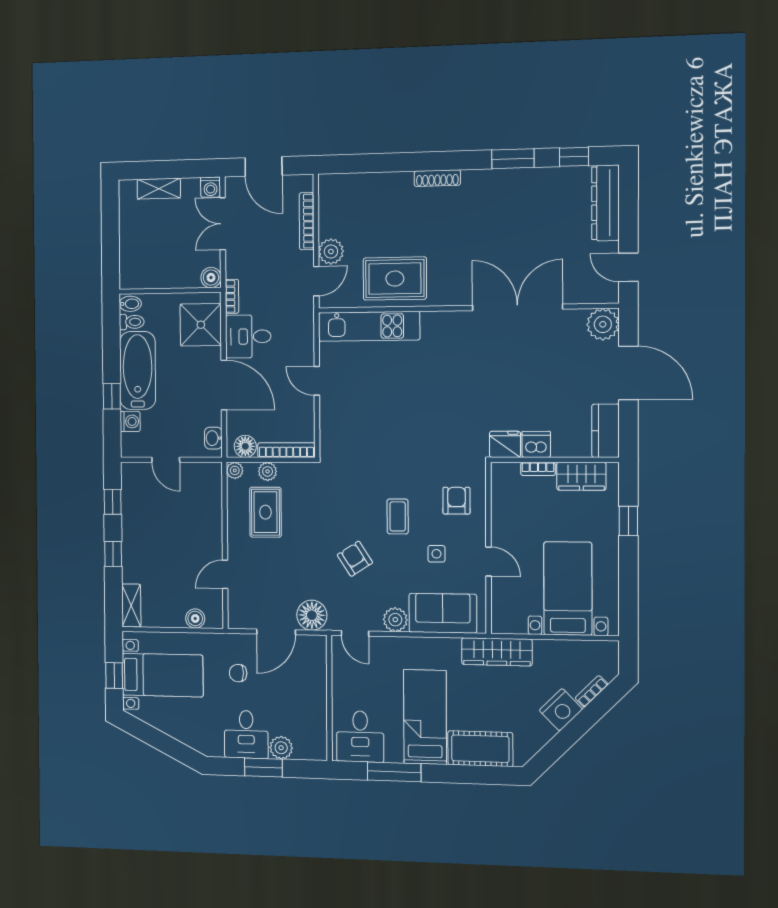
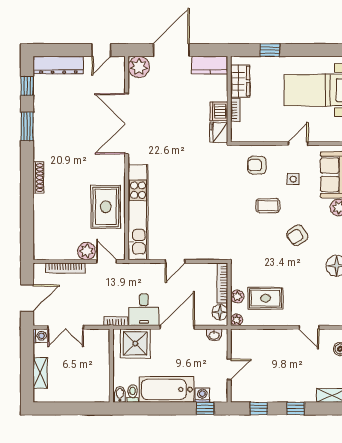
boiler: (211, 278) -> (103, 336), removed
kitchen unit: (369, 326) -> (138, 212), width x1.36
window: (112, 396) -> (205, 408), moved

